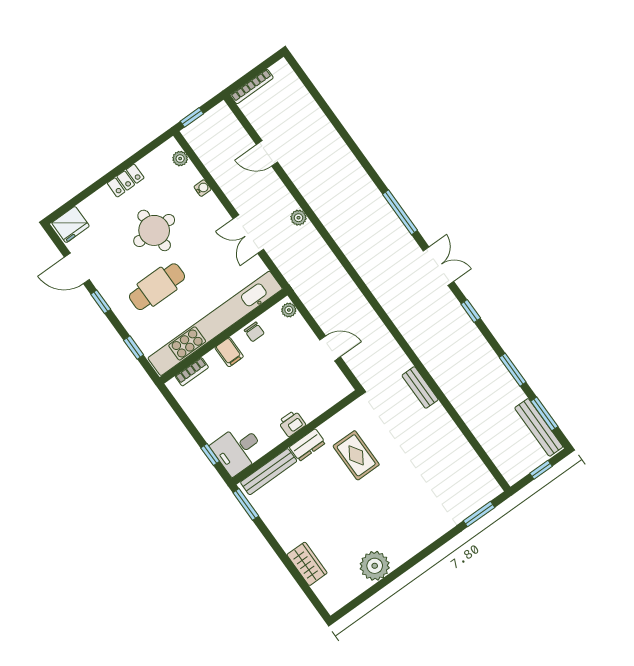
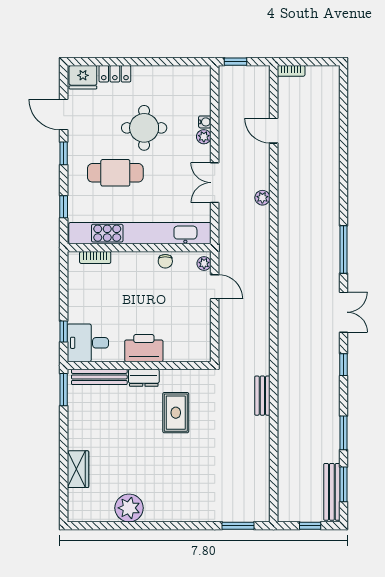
bookcase: (252, 86) -> (291, 71), width x0.64
plant: (180, 159) -> (204, 137), moved
locker: (126, 181) -> (115, 74), moved
door: (330, 348) -> (215, 287), moved
filing cabinet: (229, 352) -> (135, 263), removed
printer: (292, 423) -> (144, 348), width x1.87, depth x1.48

